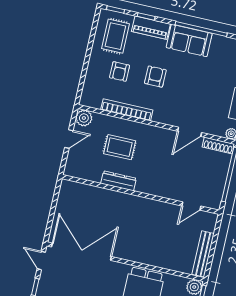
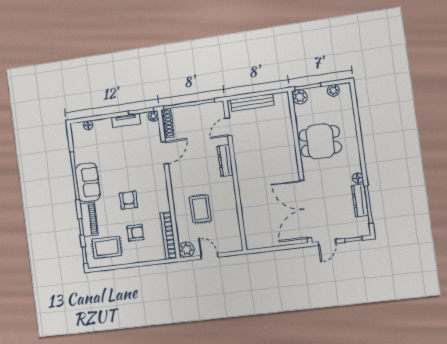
armchair: (155, 77) -> (129, 200), turned 90
bookcase: (127, 110) -> (168, 236), moved
door: (190, 132) -> (165, 153), hinge flipped
dresser: (119, 181) -> (225, 161), moved
door: (191, 206) -> (229, 127), swing flipped
bench: (203, 254) -> (252, 103), moved

